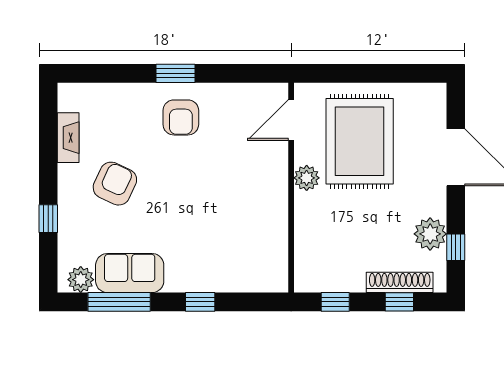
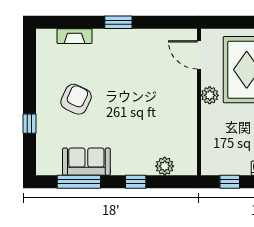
armchair: (181, 117) -> (122, 53), removed
door: (291, 120) -> (199, 55), hinge flipped
fireplace: (68, 138) -> (75, 36), moved, turned 90
plant: (81, 280) -> (165, 166), moved

